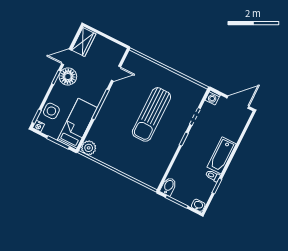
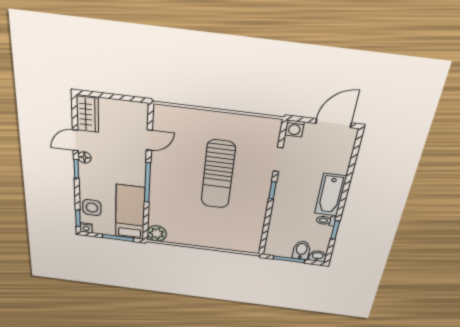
floor lamp: (68, 77) -> (84, 157), width x0.53, depth x0.53
bidet: (168, 186) -> (301, 250), moved

